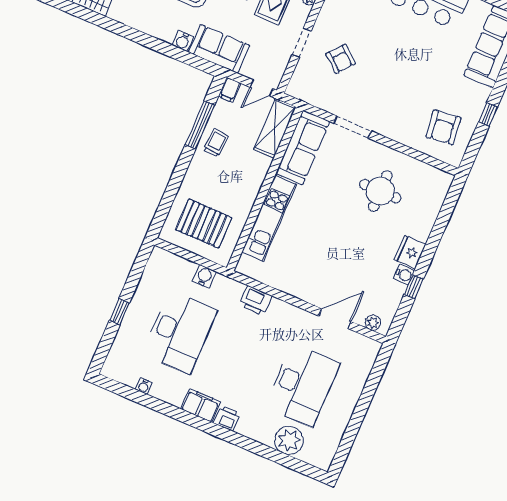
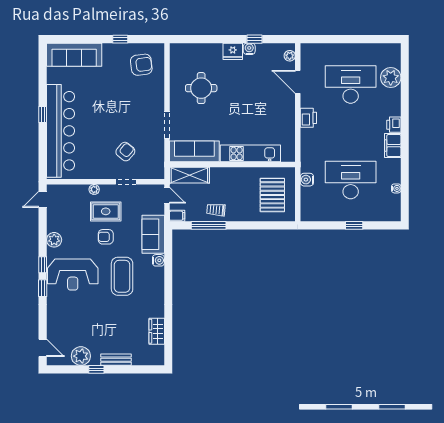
printer: (256, 301) -> (308, 118), moved

